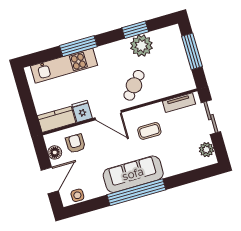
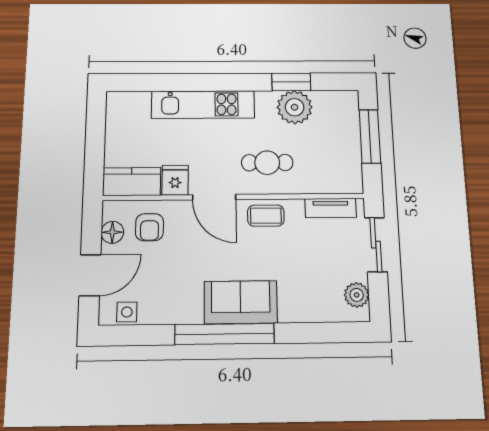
window: (78, 46) -> (199, 82), removed
kitchen unit: (64, 66) -> (203, 105), moved
cafe table: (134, 85) -> (267, 163), turned 49
coffee table: (149, 131) -> (266, 216), moved
armchair: (75, 144) -> (149, 227), turned 180
sofa: (133, 174) -> (241, 302), width x0.73

